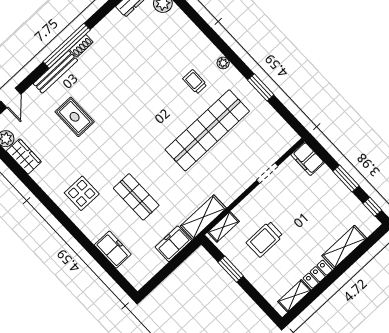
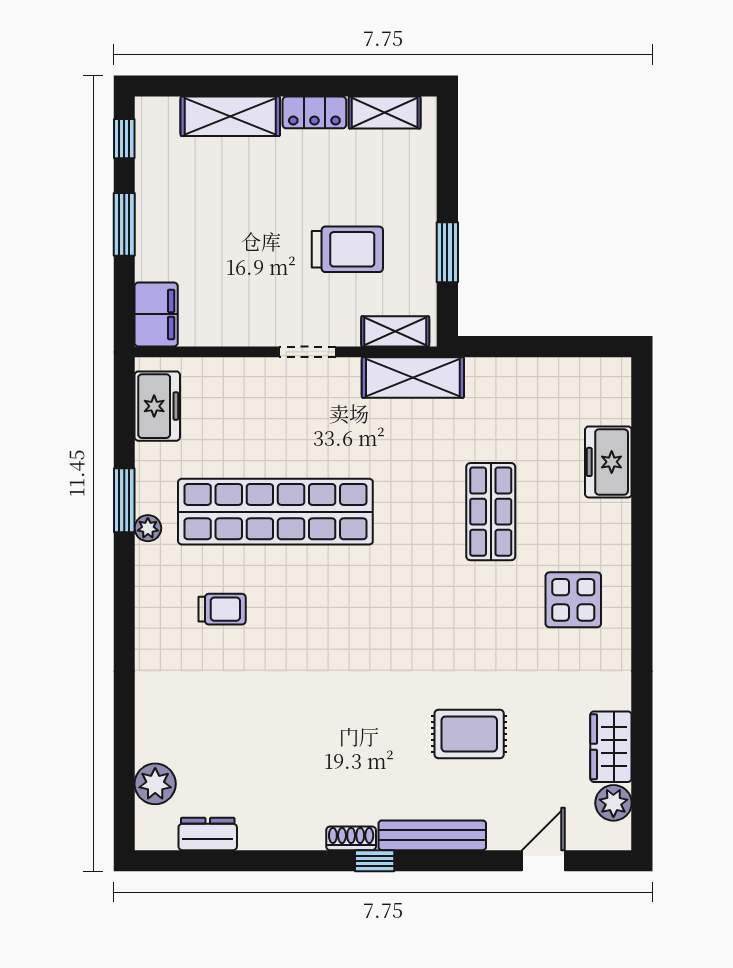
window: (67, 46) -> (375, 861), width x0.32
plant: (223, 63) -> (148, 528), moved
trolley: (195, 82) -> (222, 609), turned -90
rug: (75, 117) -> (469, 734), turned 90
doorway: (267, 173) -> (307, 352), moved
freezer: (173, 244) -> (157, 406), moved, turned -90

